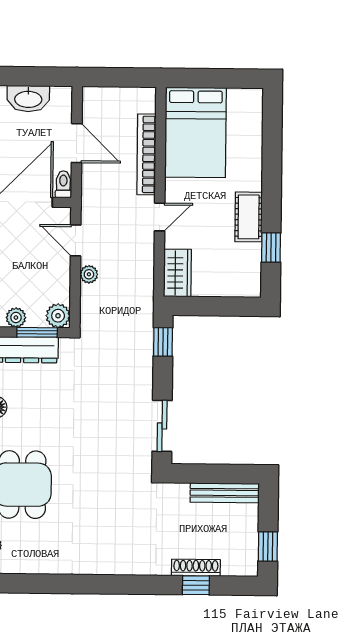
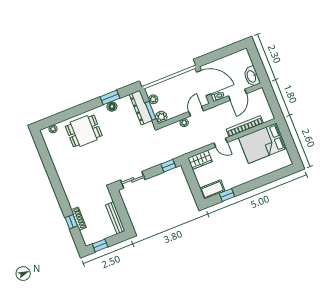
washbasin: (28, 99) -> (252, 76), moved
cot: (249, 217) -> (212, 190), moved

